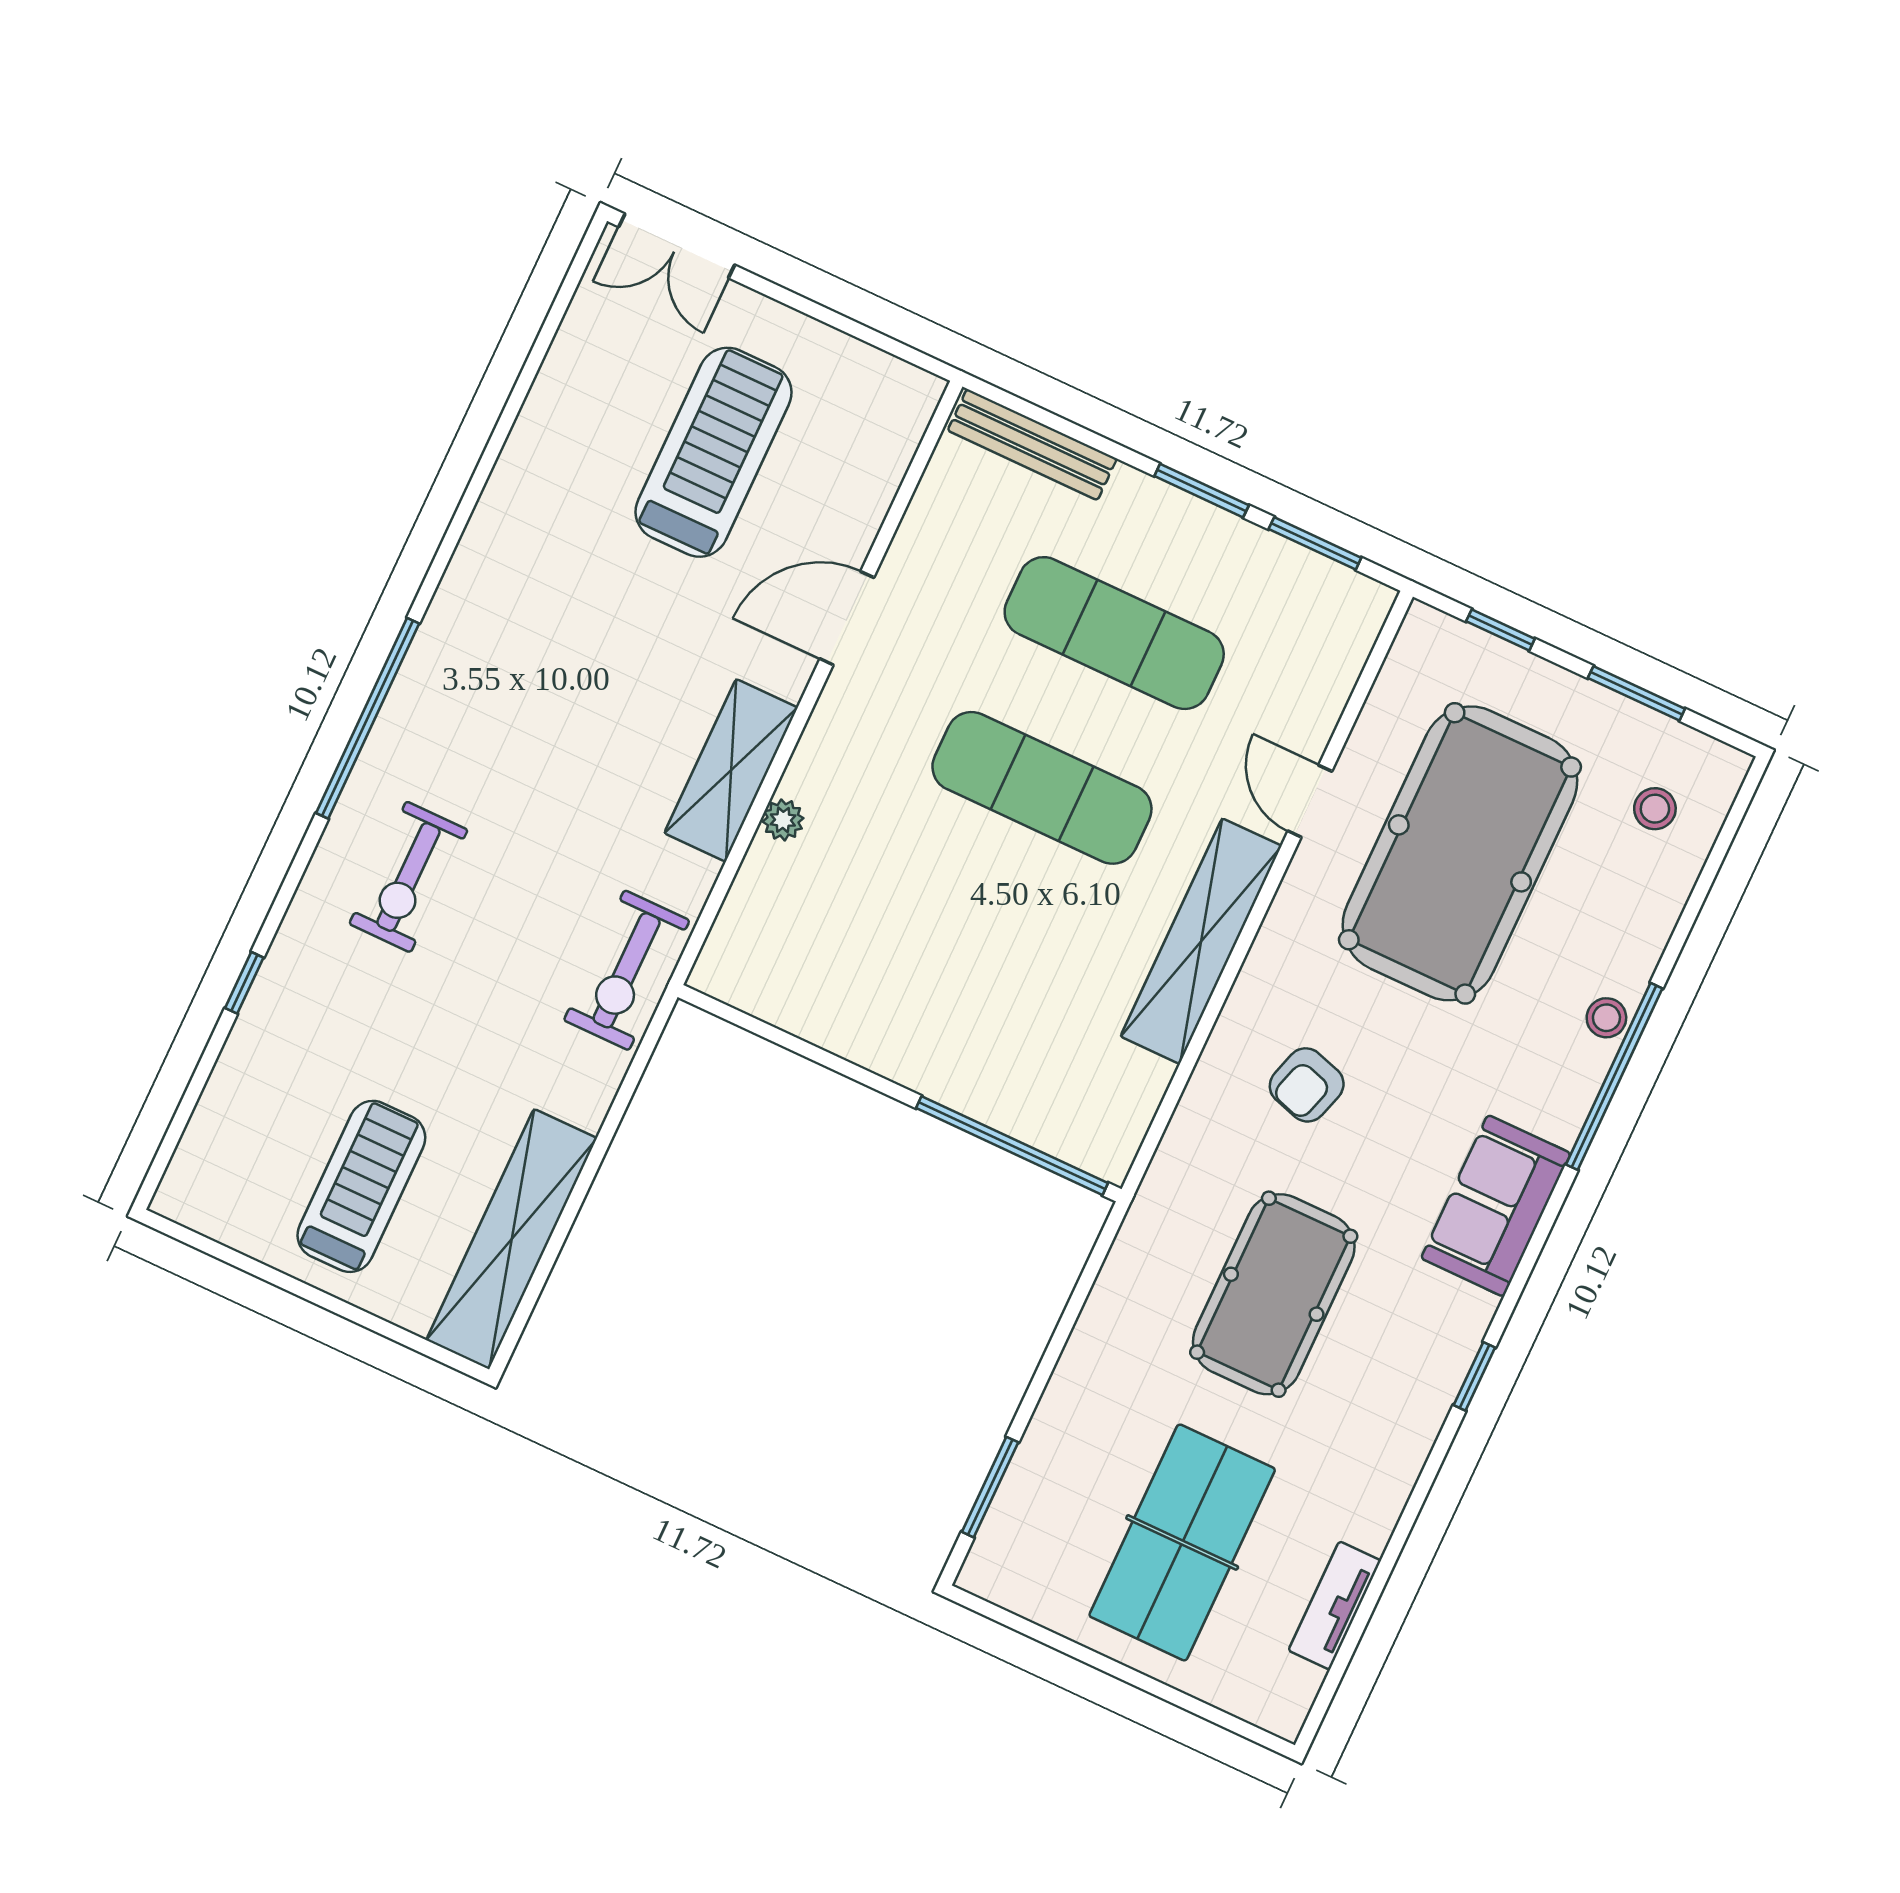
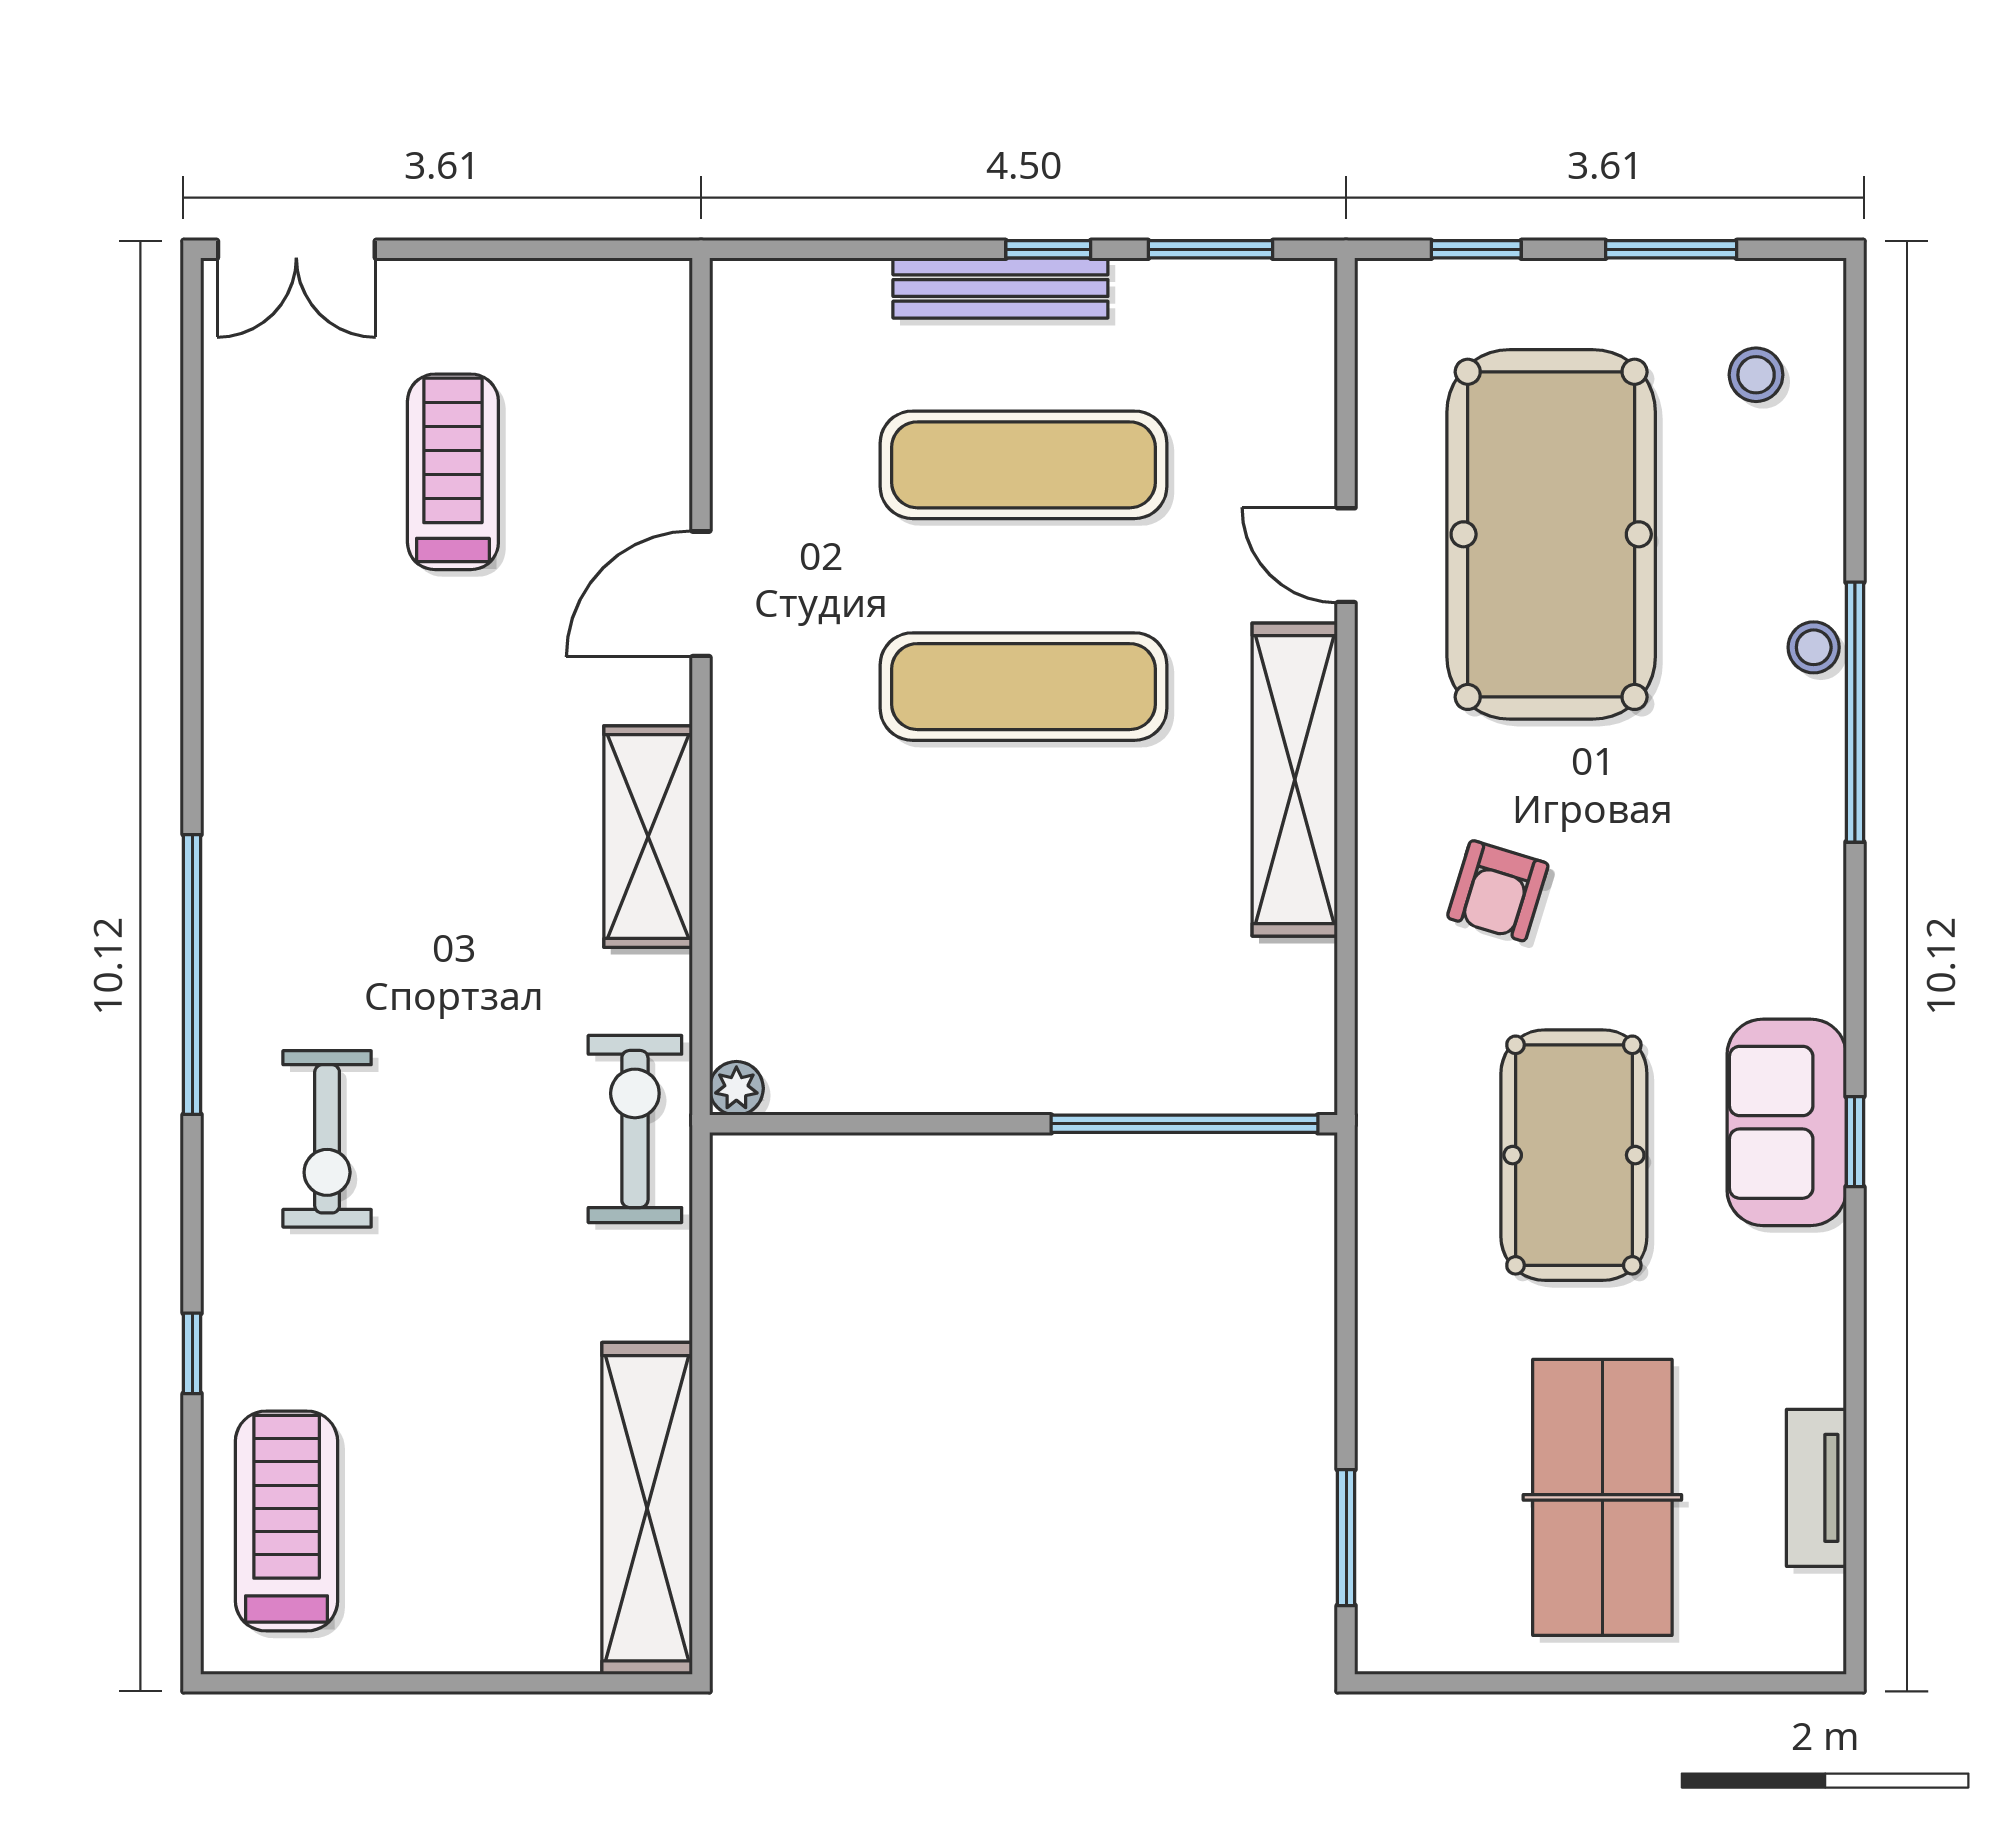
bench: (1032, 445) -> (1000, 288), moved
treadmill: (713, 452) -> (453, 472), width x0.73, depth x0.73
window: (1202, 491) -> (1048, 249), width x0.67
plant: (783, 820) -> (736, 1088), moved
exercise bike: (627, 970) -> (635, 1129), turned 180
treadmill: (361, 1186) -> (287, 1521), moved
sofa: (1496, 1206) -> (1787, 1122), moved

